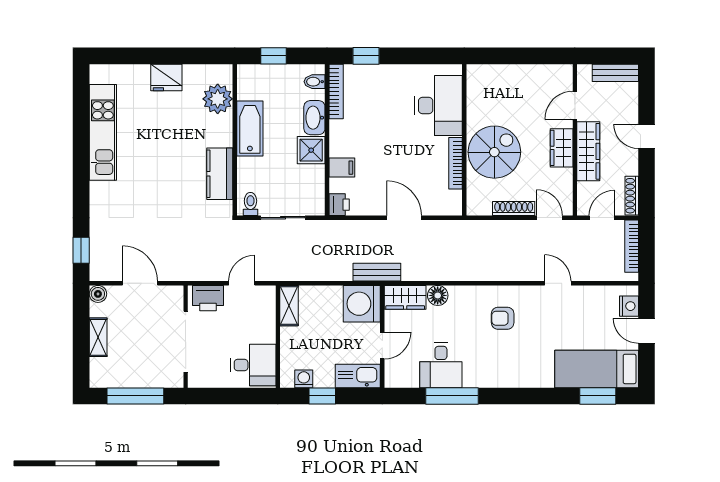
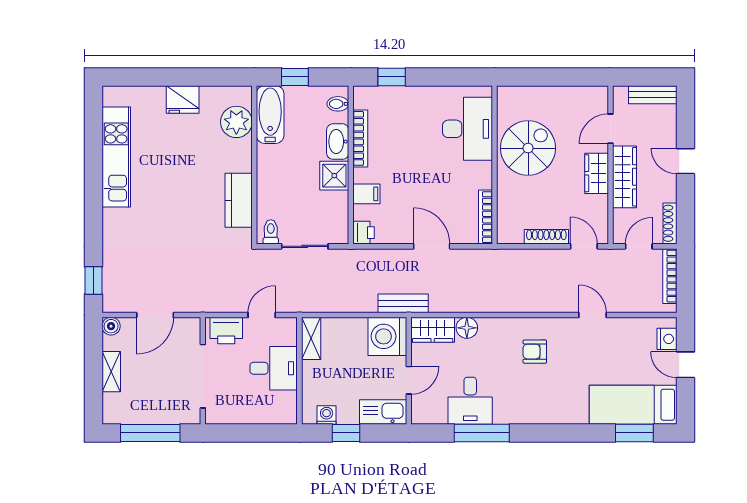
bookcase: (336, 91) -> (360, 138), moved
bathtub: (250, 129) -> (270, 115), moved
spiral stairs: (494, 152) -> (528, 148), moved
bookcase: (456, 163) -> (485, 217), moved
door: (140, 283) -> (155, 315), swing flipped
desk: (253, 365) -> (274, 368), moved

